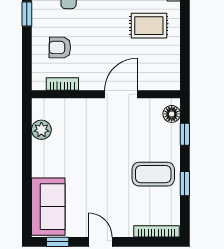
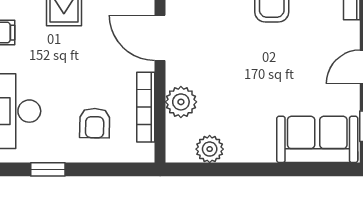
bookcase: (62, 84) -> (146, 107), width x1.56
plant: (75, 109) -> (181, 102), added

